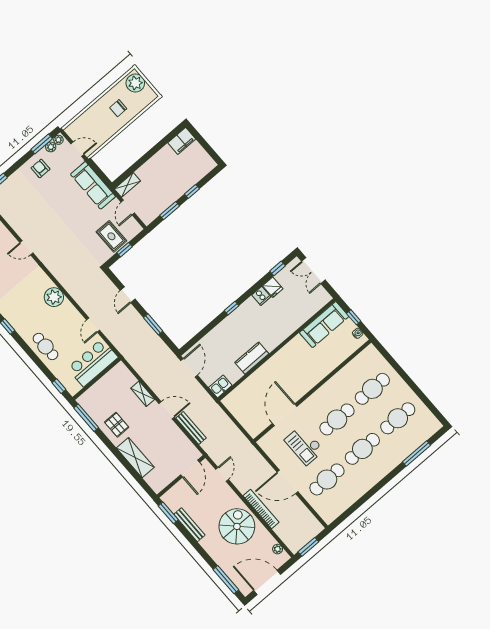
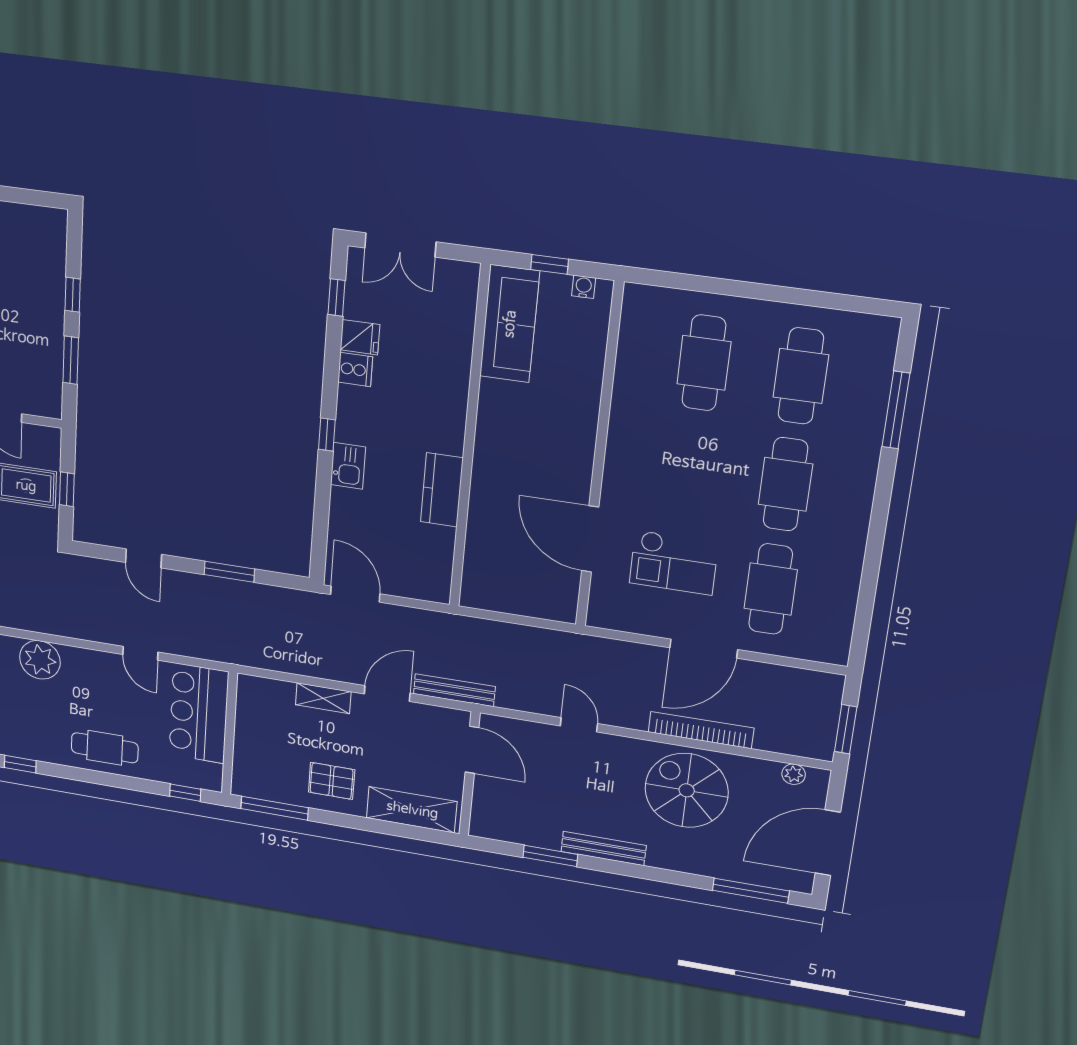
kitchen sink: (220, 386) -> (348, 466), moved, turned 180
cafe table: (337, 419) -> (690, 471), removed
door: (190, 469) -> (472, 750), moved
wall: (181, 476) -> (470, 774), moved

